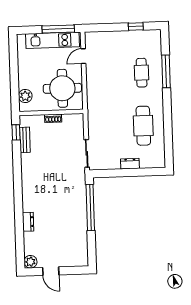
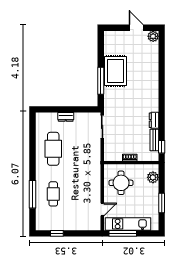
window: (14, 66) -> (162, 203), added
round table: (62, 88) -> (121, 183), width x0.73, depth x0.73
window: (90, 207) -> (101, 81), width x0.68
rug: (73, 220) -> (116, 71), added
dresser: (28, 222) -> (154, 120), moved

